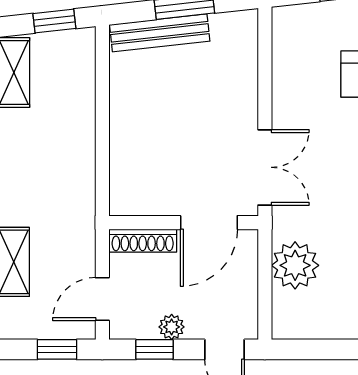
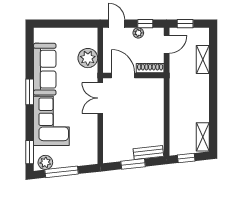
bench: (160, 33) -> (148, 153), width x0.73
door: (209, 223) -> (123, 76), hinge flipped

